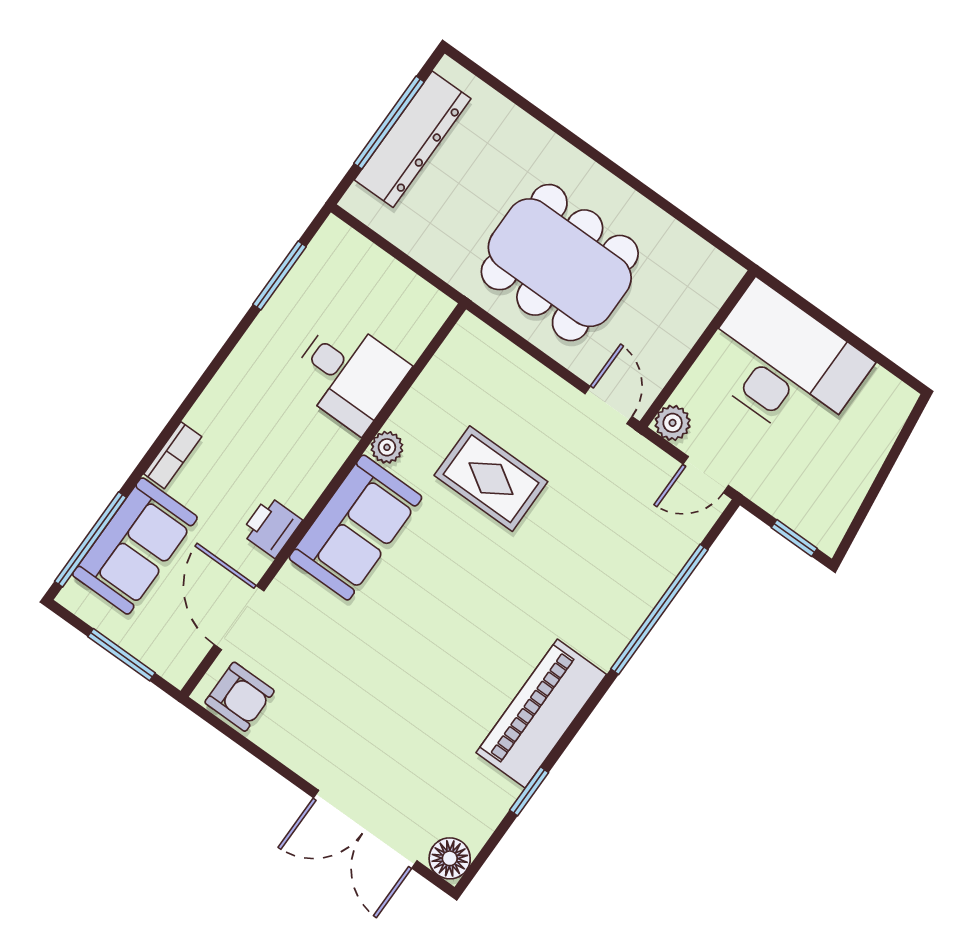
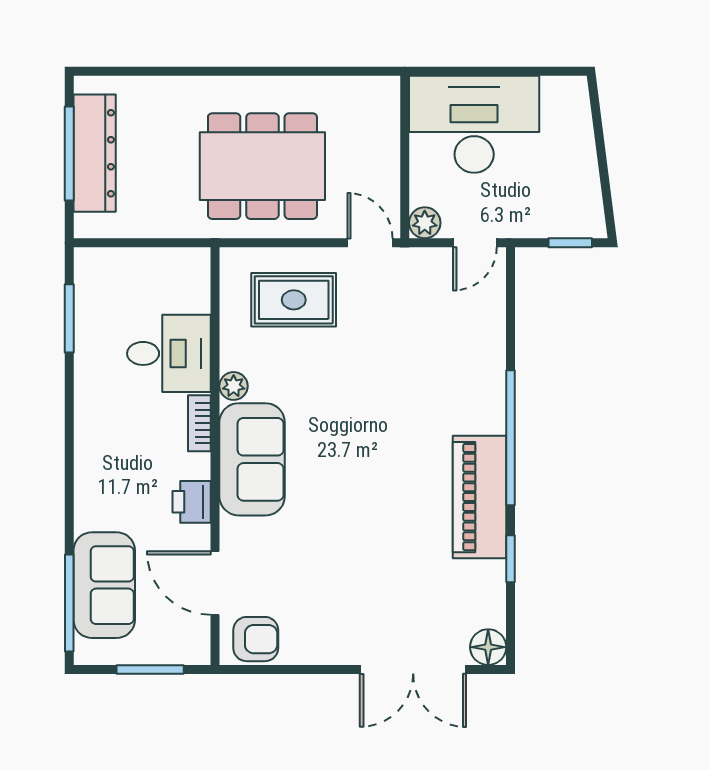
bookcase: (173, 455) -> (199, 423), moved, turned 180
rug: (491, 479) -> (294, 300), moved
window: (659, 609) -> (511, 438), moved

